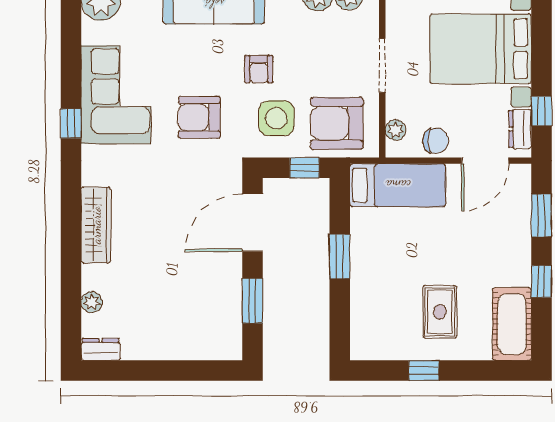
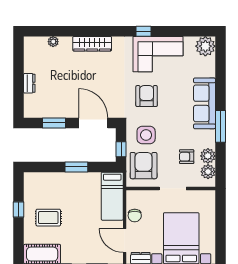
armchair: (259, 69) -> (187, 157), moved
plant: (396, 130) -> (140, 195), removed
dresser: (101, 349) -> (29, 83), moved

